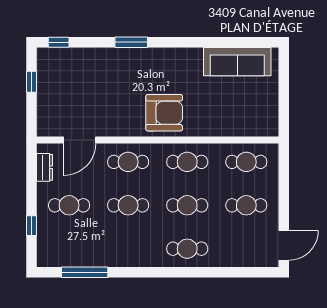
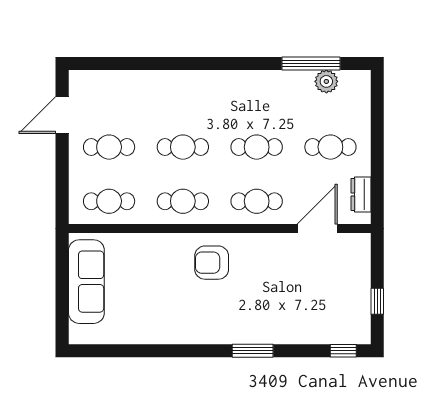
sofa: (237, 62) -> (86, 282), moved, turned 90
armchair: (164, 113) -> (212, 263), width x0.73, depth x0.73
window: (31, 226) -> (377, 122), removed
door: (284, 245) -> (62, 115), moved
cafe table: (187, 249) -> (183, 93), removed
plant: (72, 258) -> (326, 81), added

